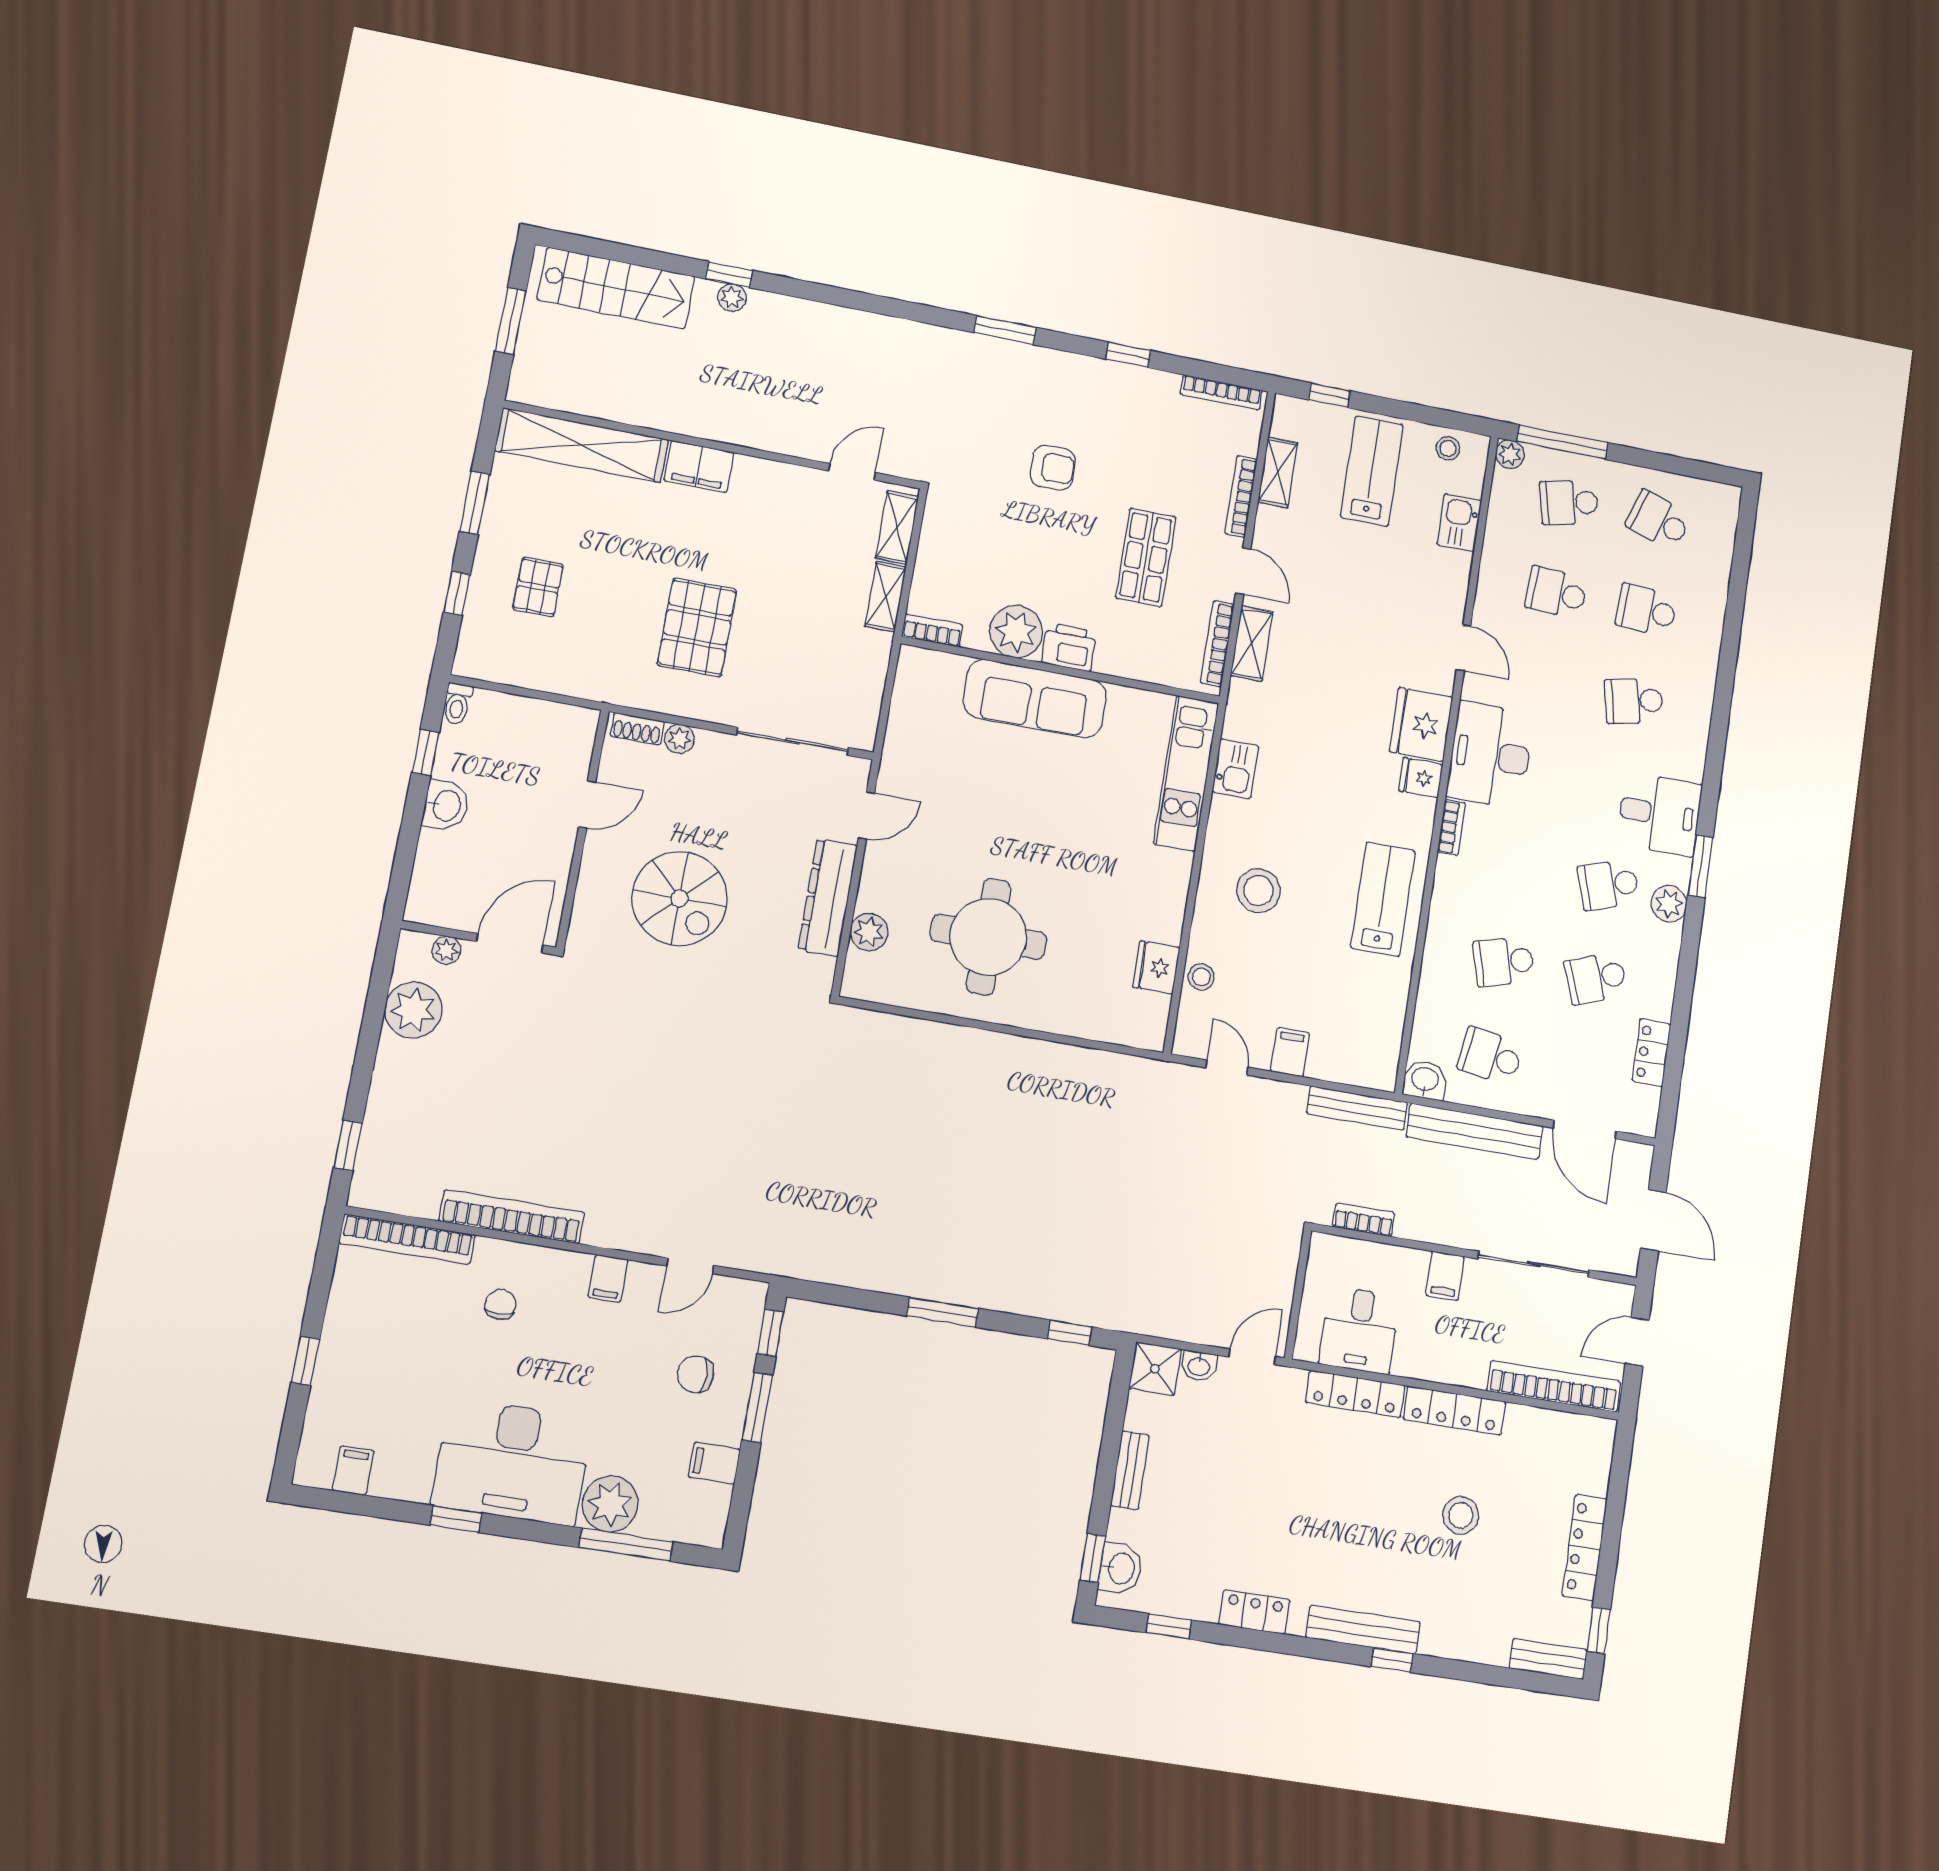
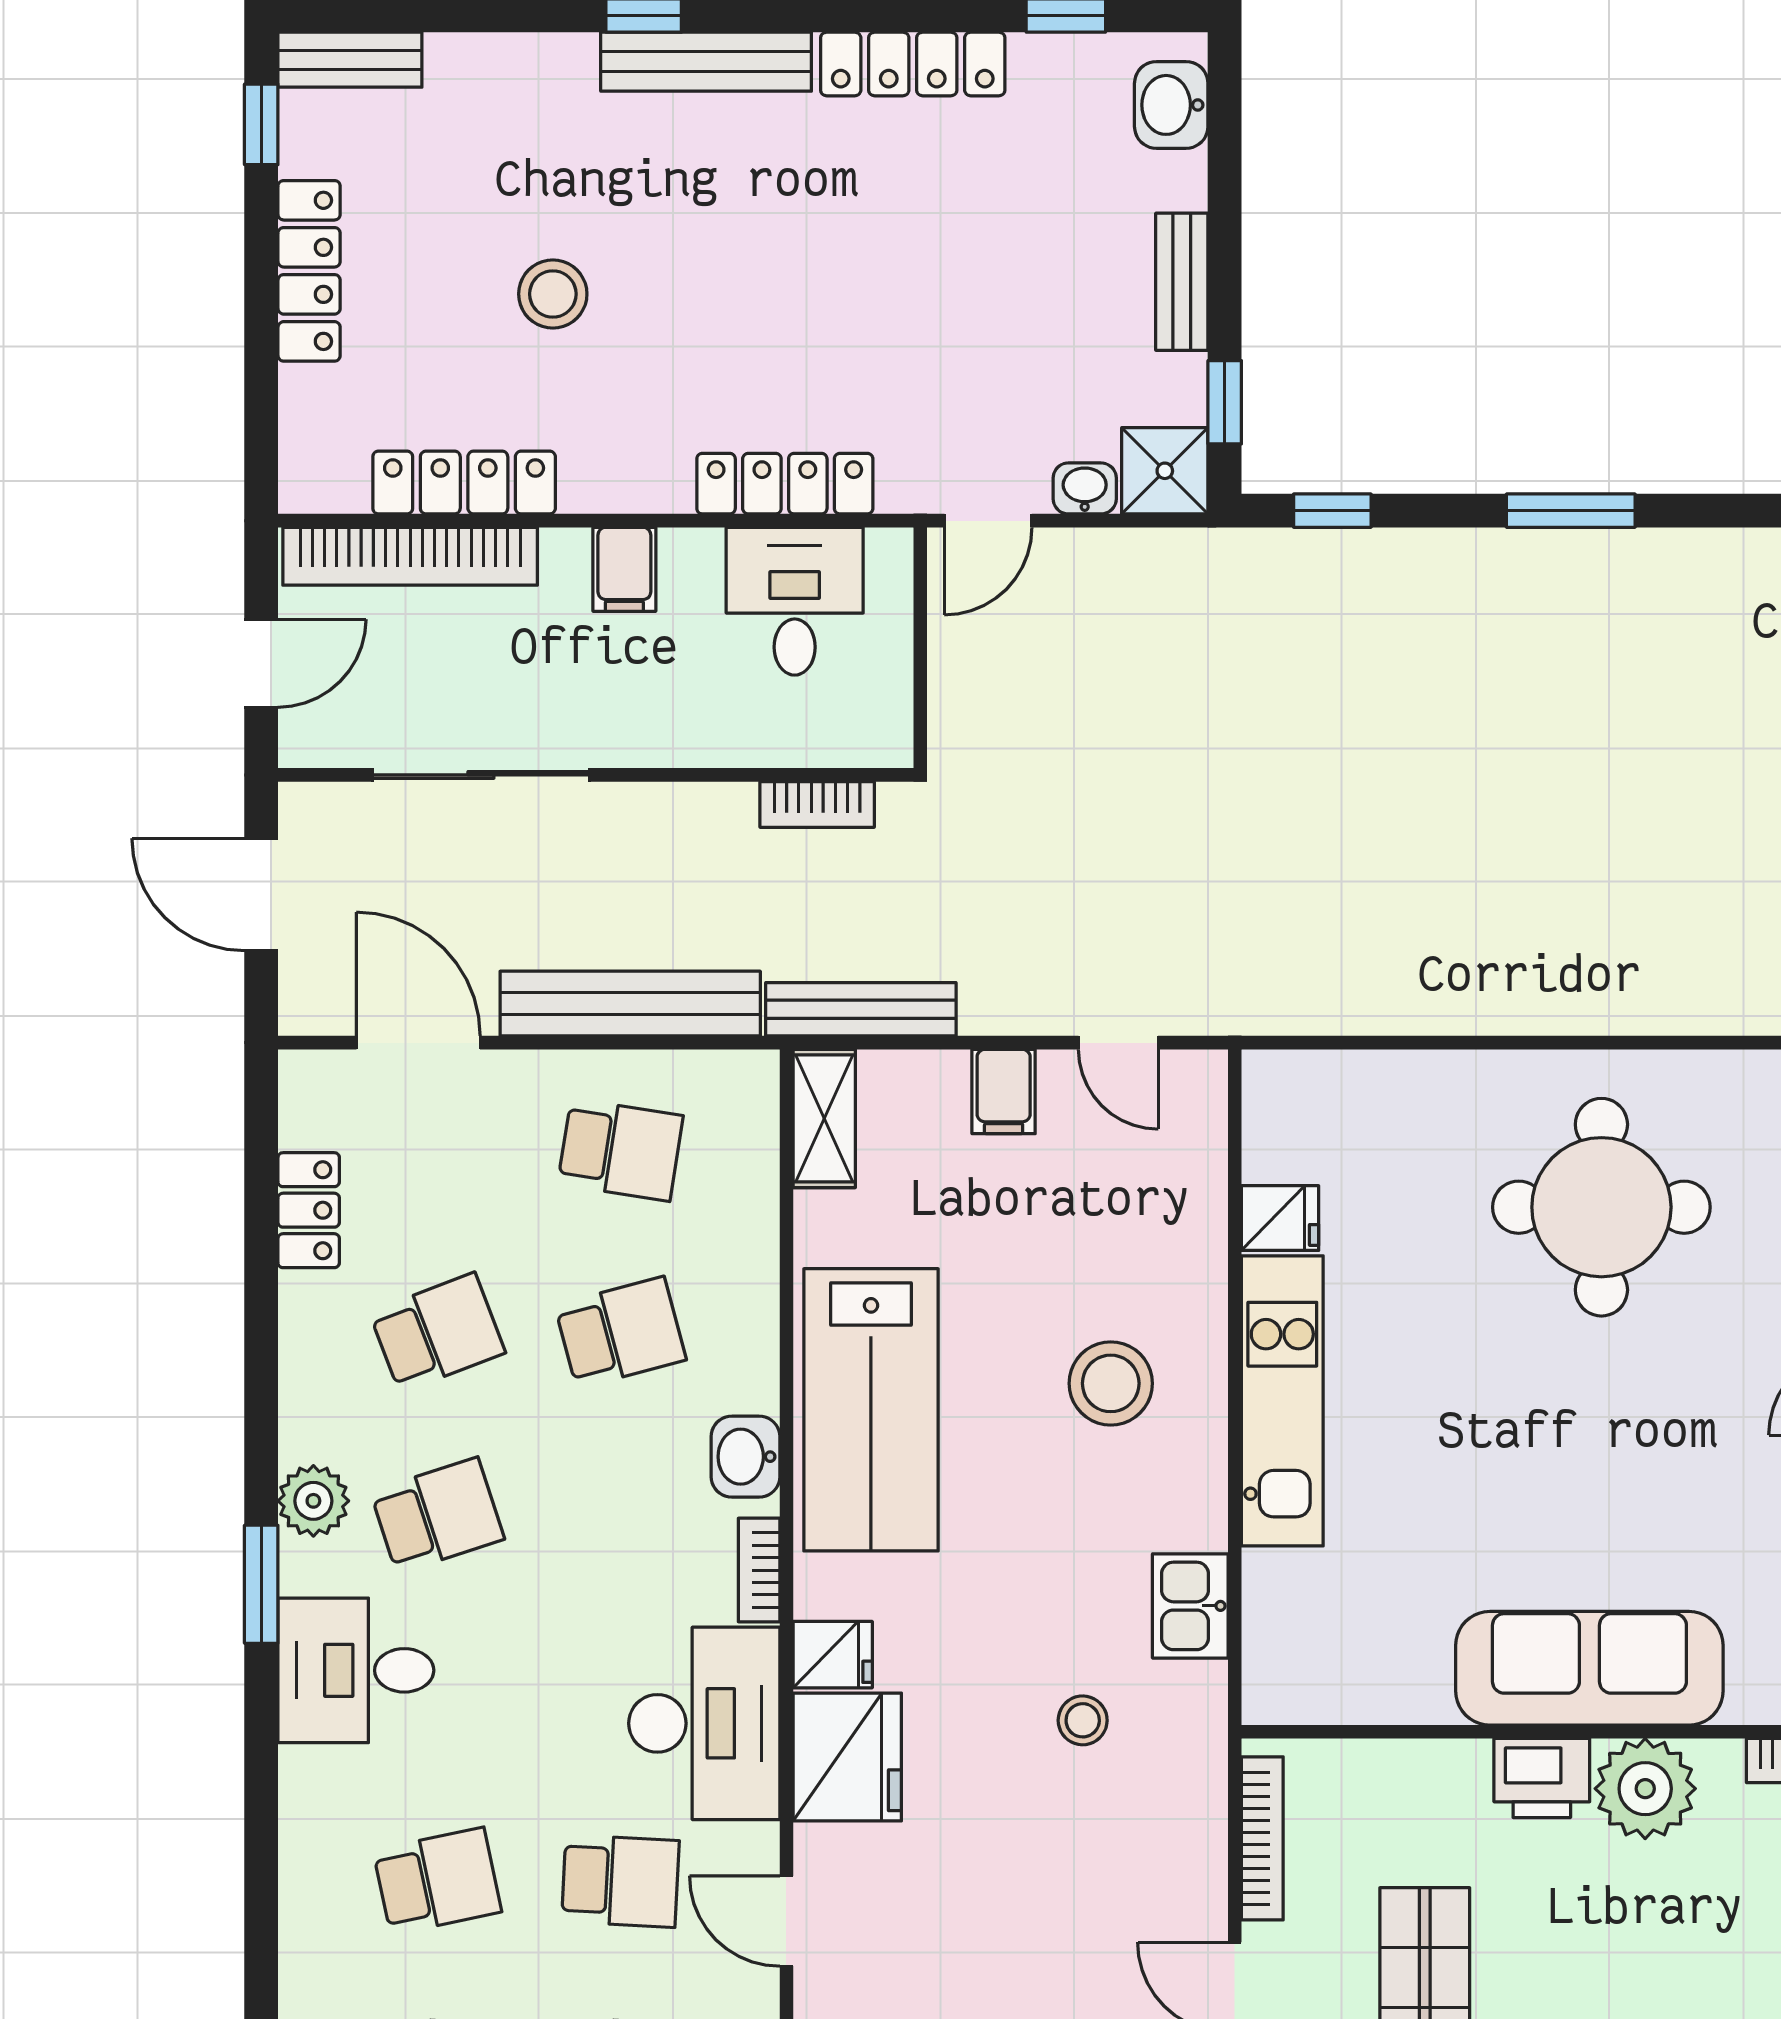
shelving: (1252, 644) -> (824, 1118), moved
school desk: (1543, 684) -> (620, 1881), added
kitchen unit: (1186, 773) -> (1282, 1401), moved
lab bench: (1383, 899) -> (871, 1410), width x1.36, depth x1.39
fridge: (1156, 967) -> (1280, 1218), width x0.72
stool: (1201, 977) -> (1083, 1720), moved
washbasin: (1425, 1080) -> (745, 1457), moved, turned 90
filing cabinet: (1445, 1276) -> (624, 569), moved, turned 180
locker: (1455, 1410) -> (464, 483), moved
window: (1093, 1558) -> (1225, 402), moved
locker: (1254, 1612) -> (913, 64), width x1.53

